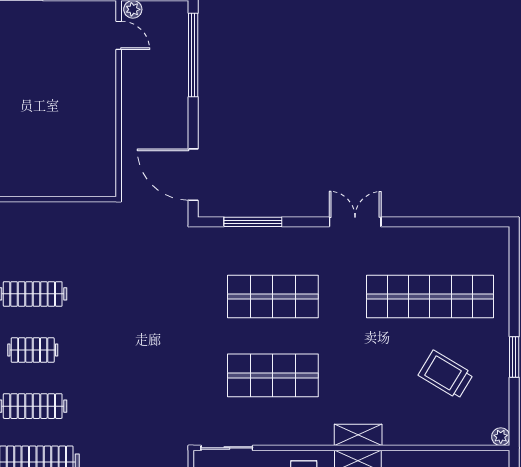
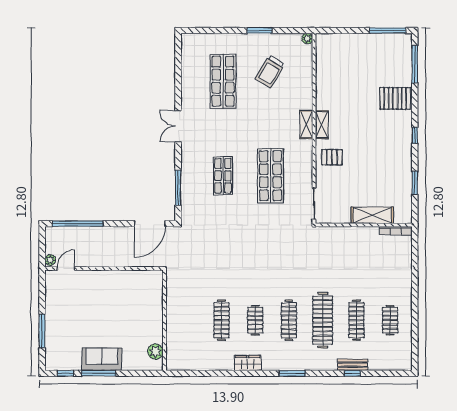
shop shelf: (273, 297) -> (223, 176), width x0.70, depth x0.74
shop shelf: (430, 297) -> (223, 81), width x0.71

